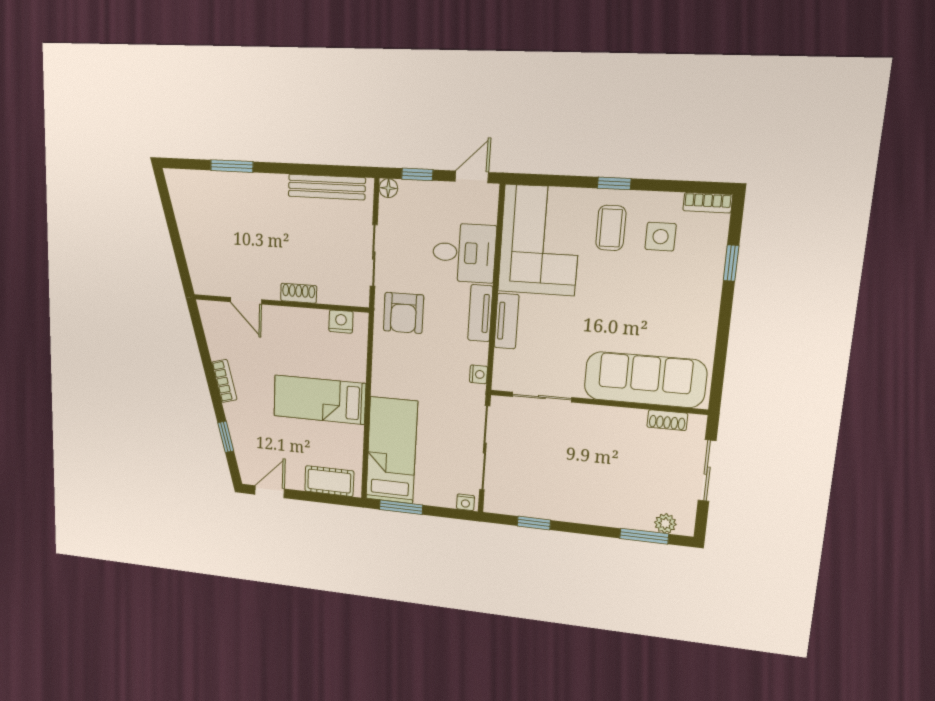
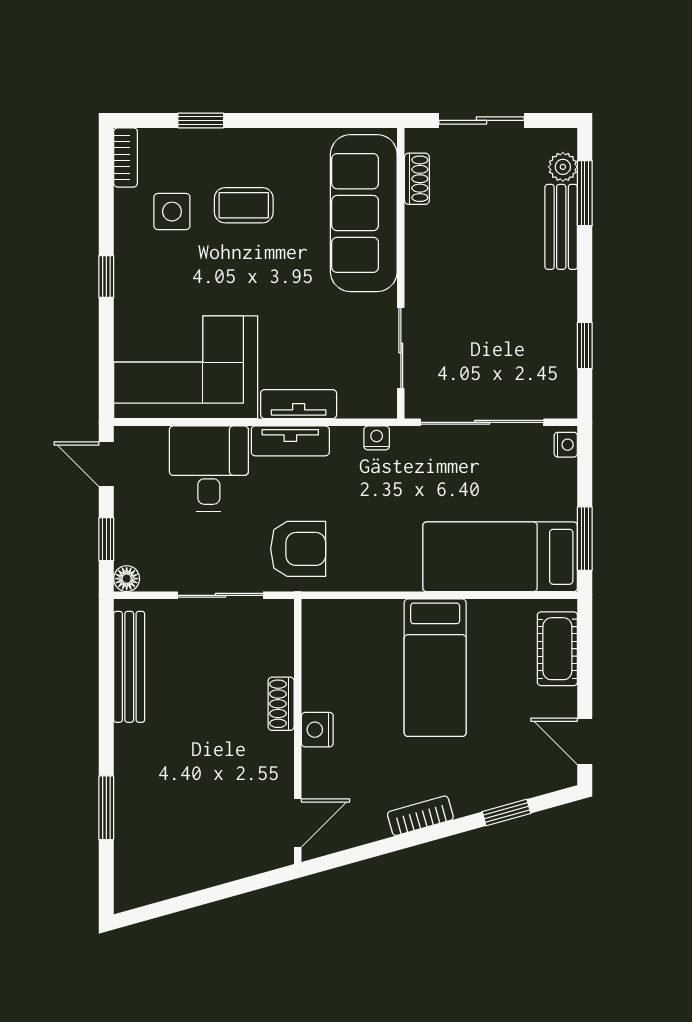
coffee table: (611, 228) -> (244, 205), moved
door: (246, 301) -> (298, 823), moved
nightstand: (341, 322) -> (317, 730), moved
bench: (621, 517) -> (561, 227), added

